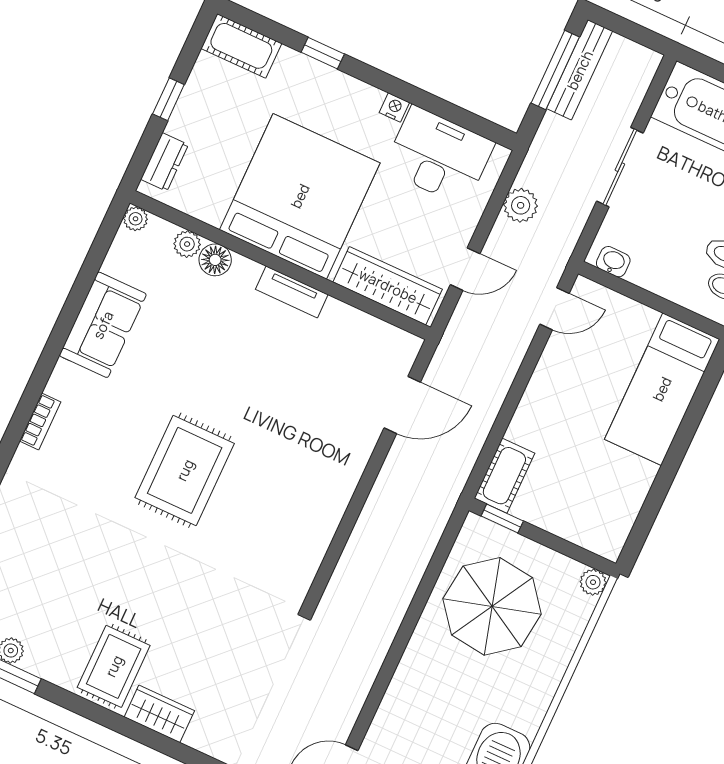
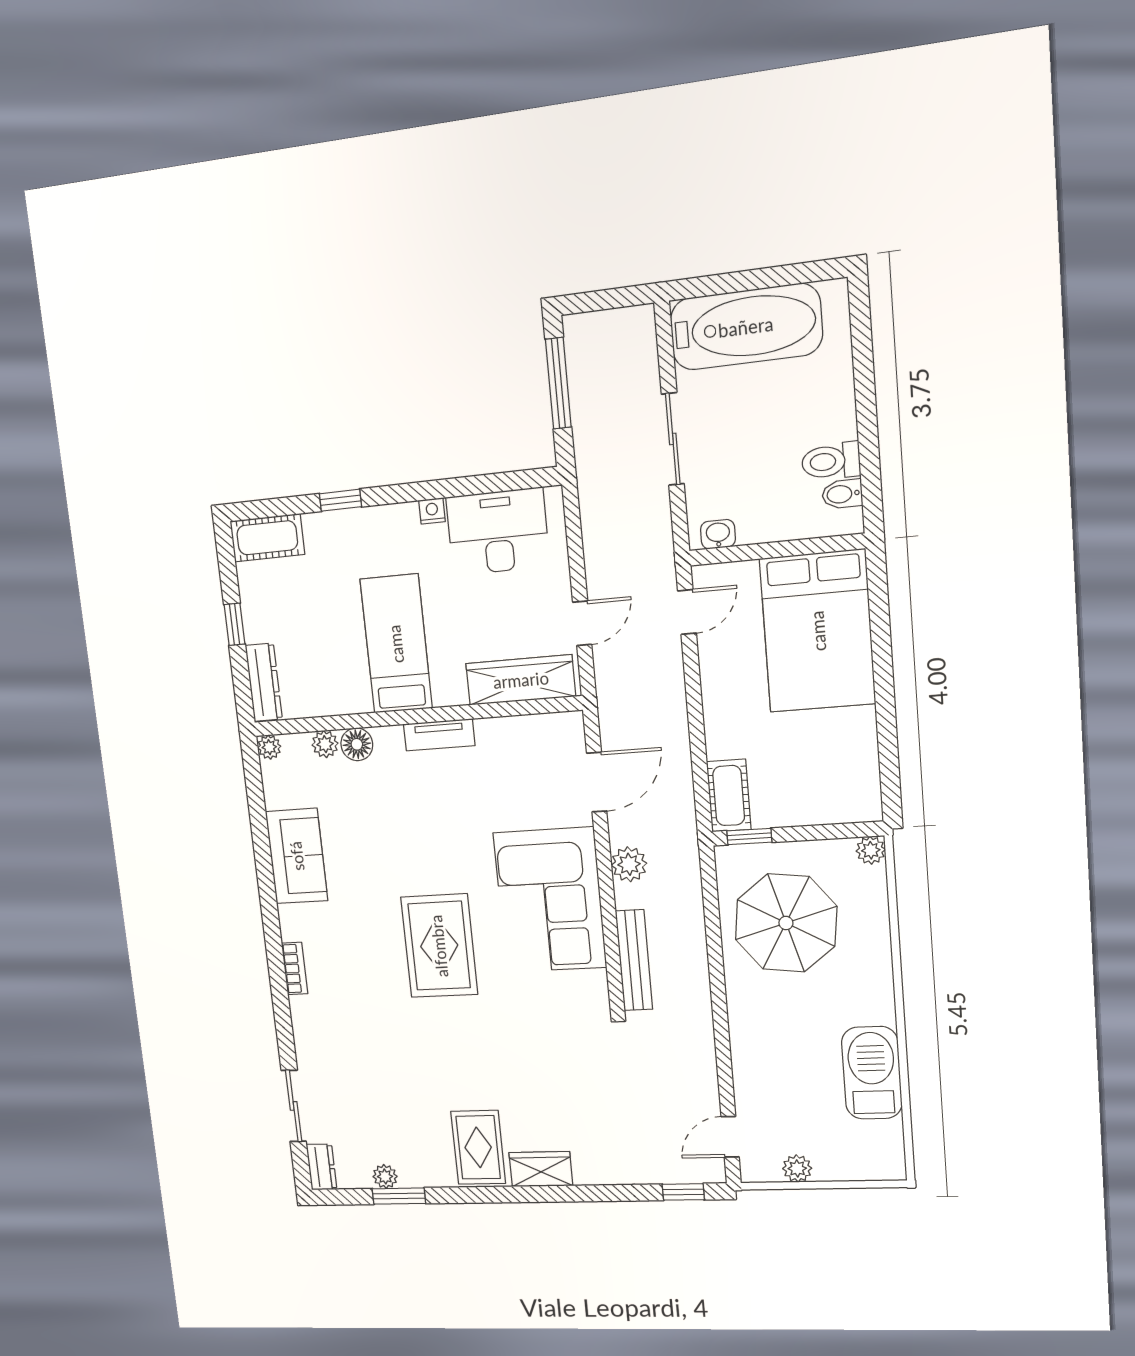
bench: (580, 70) -> (634, 960), moved
dresser: (164, 162) -> (264, 682), width x1.44
bed: (300, 196) -> (396, 644), width x0.49
plant: (521, 205) -> (629, 864), moved
bed: (662, 389) -> (818, 631), width x1.50
corner sofa: (305, 482) -> (550, 900), added

